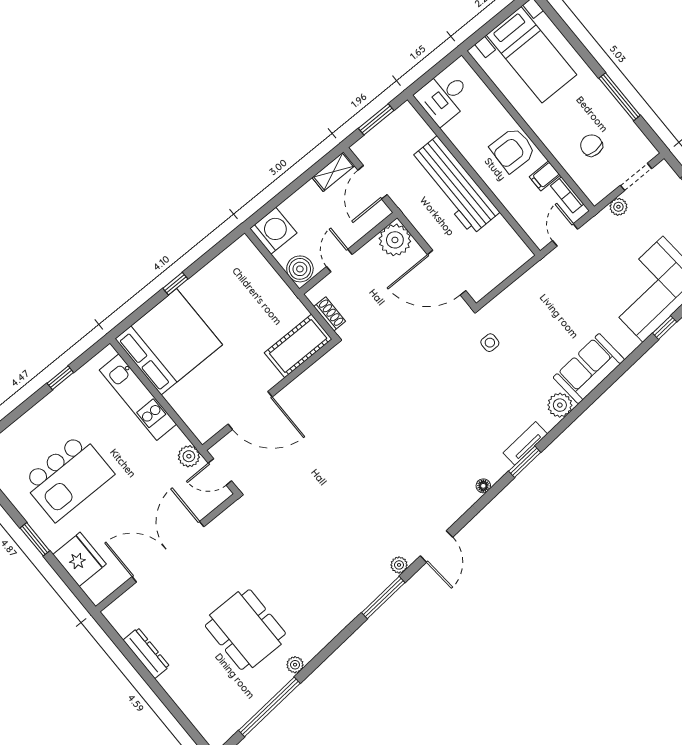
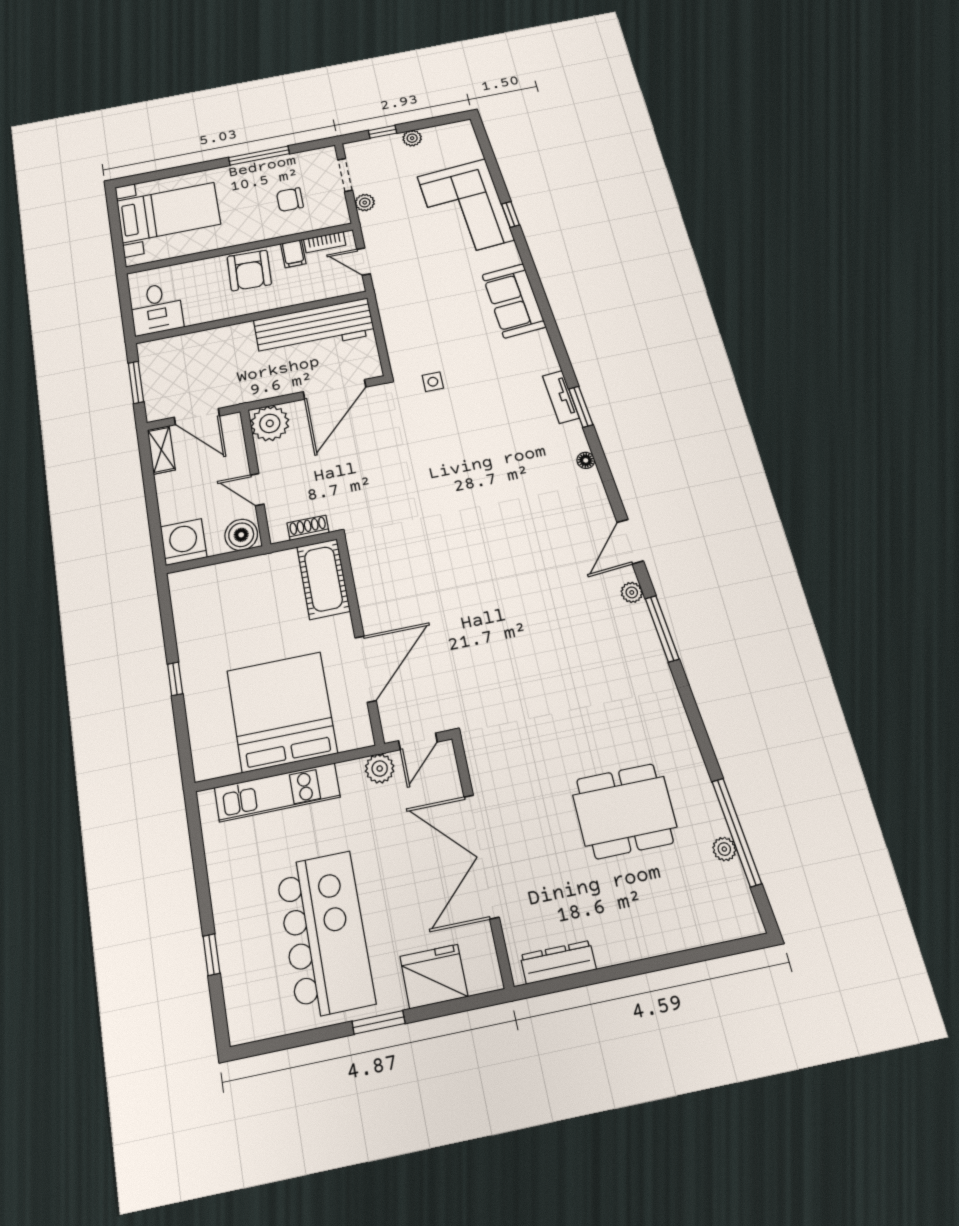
workbench: (455, 185) -> (314, 327), moved
bed: (169, 342) -> (282, 712), moved
window: (60, 378) -> (211, 955), moved
plant: (560, 405) -> (537, 345), removed
kitchen island: (68, 477) -> (325, 934), width x1.37
door: (436, 546) -> (630, 542), swing flipped
dresser: (146, 653) -> (558, 962), moved
plant: (295, 665) -> (724, 849), moved

